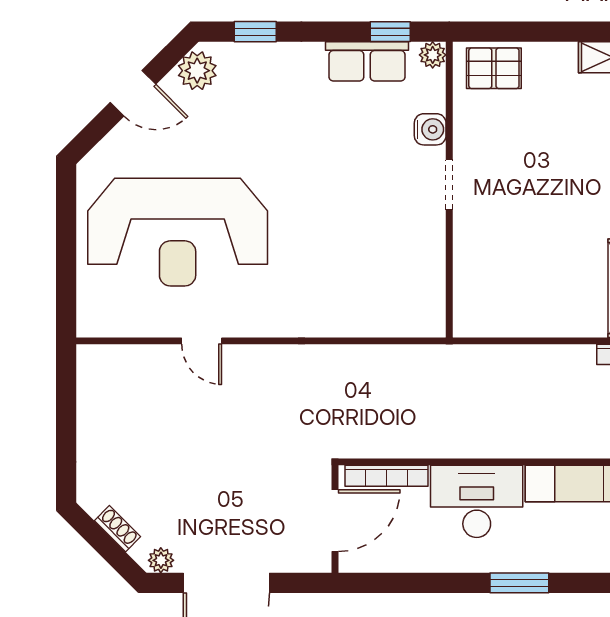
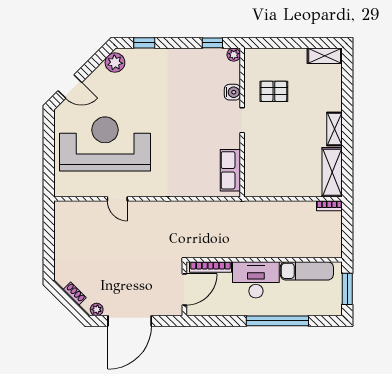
row of seats: (367, 61) -> (230, 170), moved, turned 90
pallet: (494, 68) -> (274, 91), moved
door: (133, 93) -> (70, 87), moved
reception desk: (178, 232) -> (105, 144), turned 180
window: (519, 583) -> (277, 321), width x2.11

